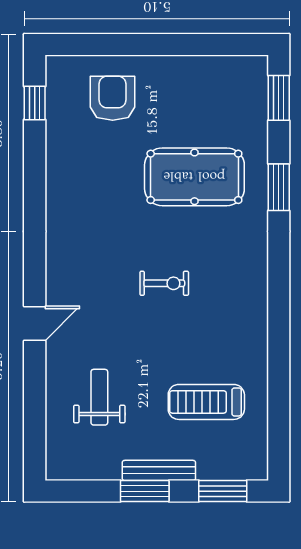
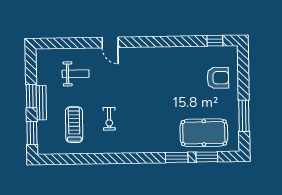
window: (193, 45) -> (244, 116), added
window: (279, 98) -> (207, 157), moved
pool table: (194, 177) -> (204, 133), moved, turned 90
exercise bike: (164, 283) -> (109, 119), moved

